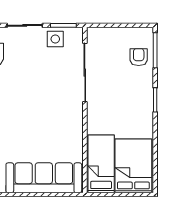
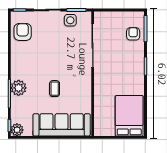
coffee table: (34, 130) -> (55, 89), added
bed: (101, 164) -> (105, 114), removed

